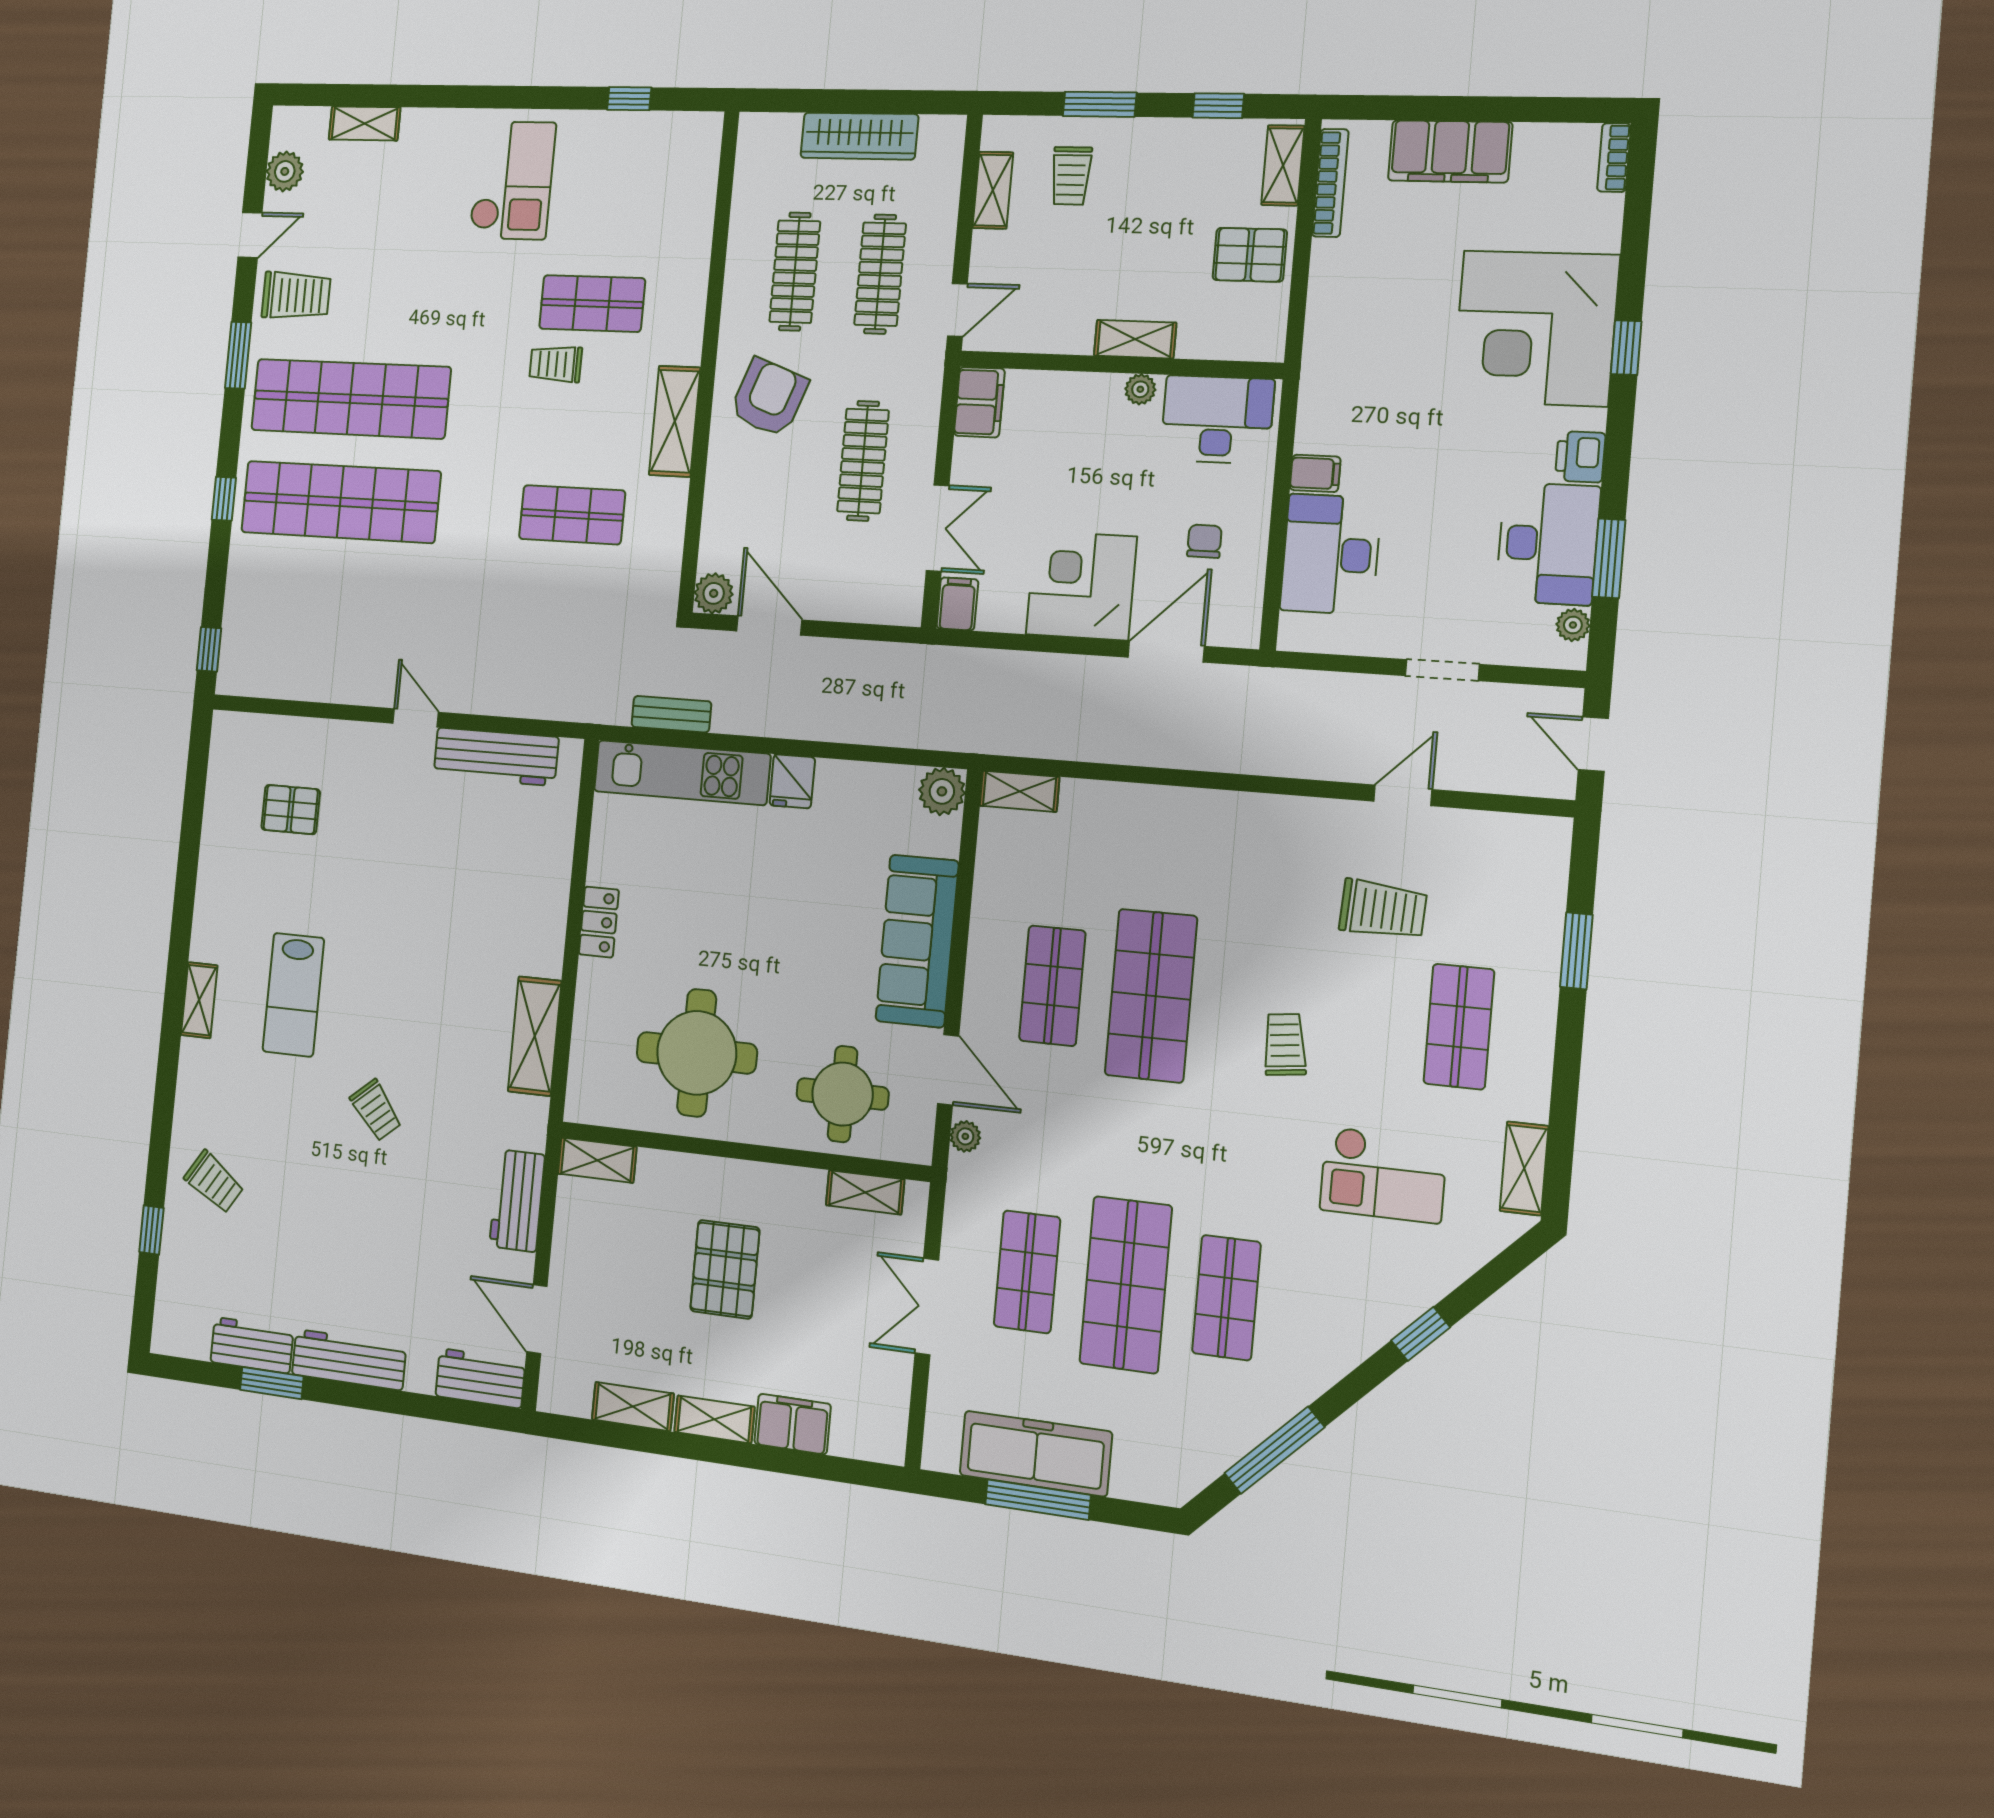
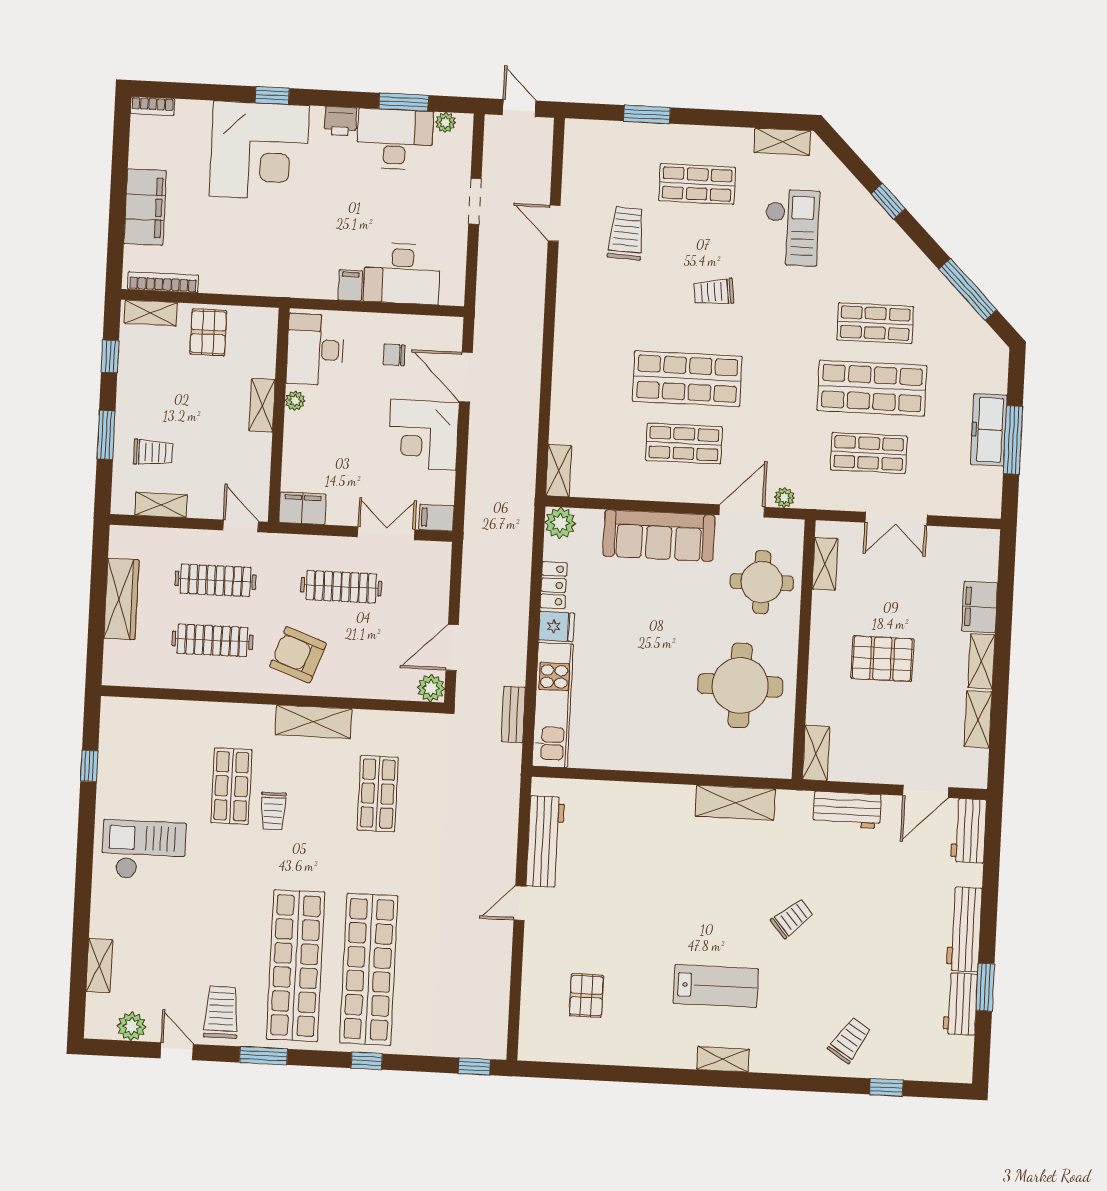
door: (1593, 744) -> (519, 108), swing flipped
locker: (599, 922) -> (554, 585), moved, turned 90
freezer: (1036, 1454) -> (989, 430), width x0.73, depth x0.79

